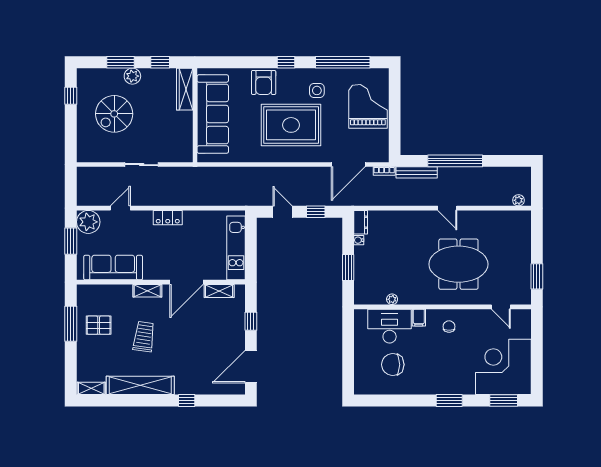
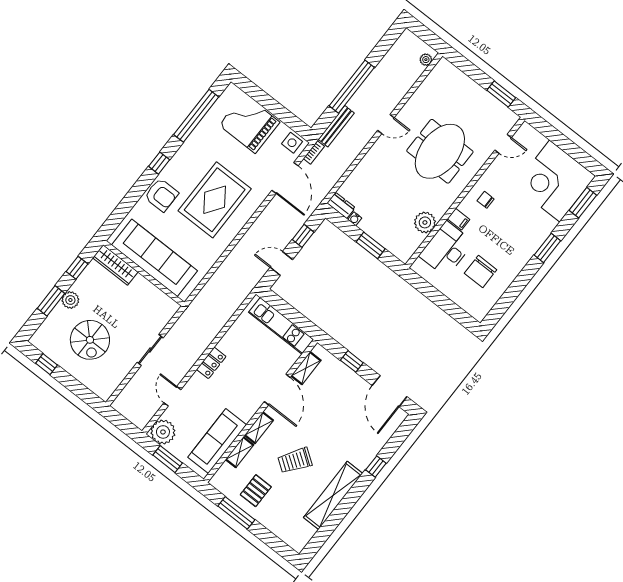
side table: (317, 90) -> (292, 143), moved
plant: (392, 299) -> (425, 222), width x1.87, depth x1.87
trolley: (144, 337) -> (295, 460), turned -63
shelving: (91, 388) -> (240, 452), moved

